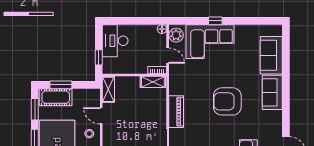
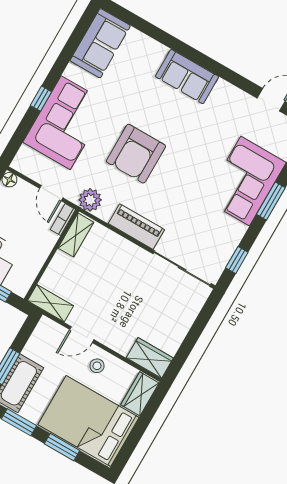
plant: (176, 35) -> (90, 200), moved
sofa: (271, 55) -> (100, 43), moved, turned -90
door: (168, 56) -> (51, 193), swing flipped
armchair: (227, 101) -> (136, 154), moved

